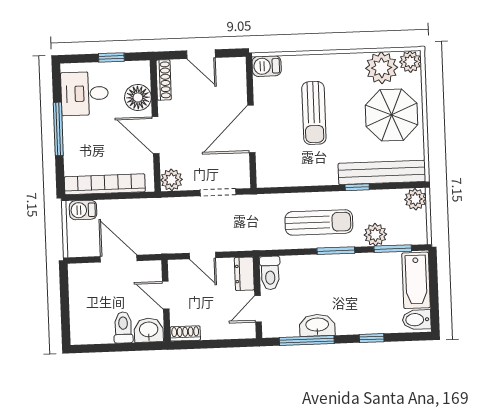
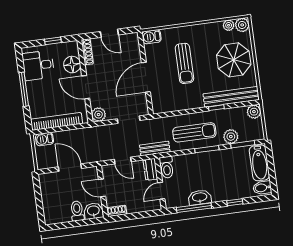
plant: (382, 68) -> (229, 25), width x0.53, depth x0.53
bench: (254, 242) -> (155, 149), added

